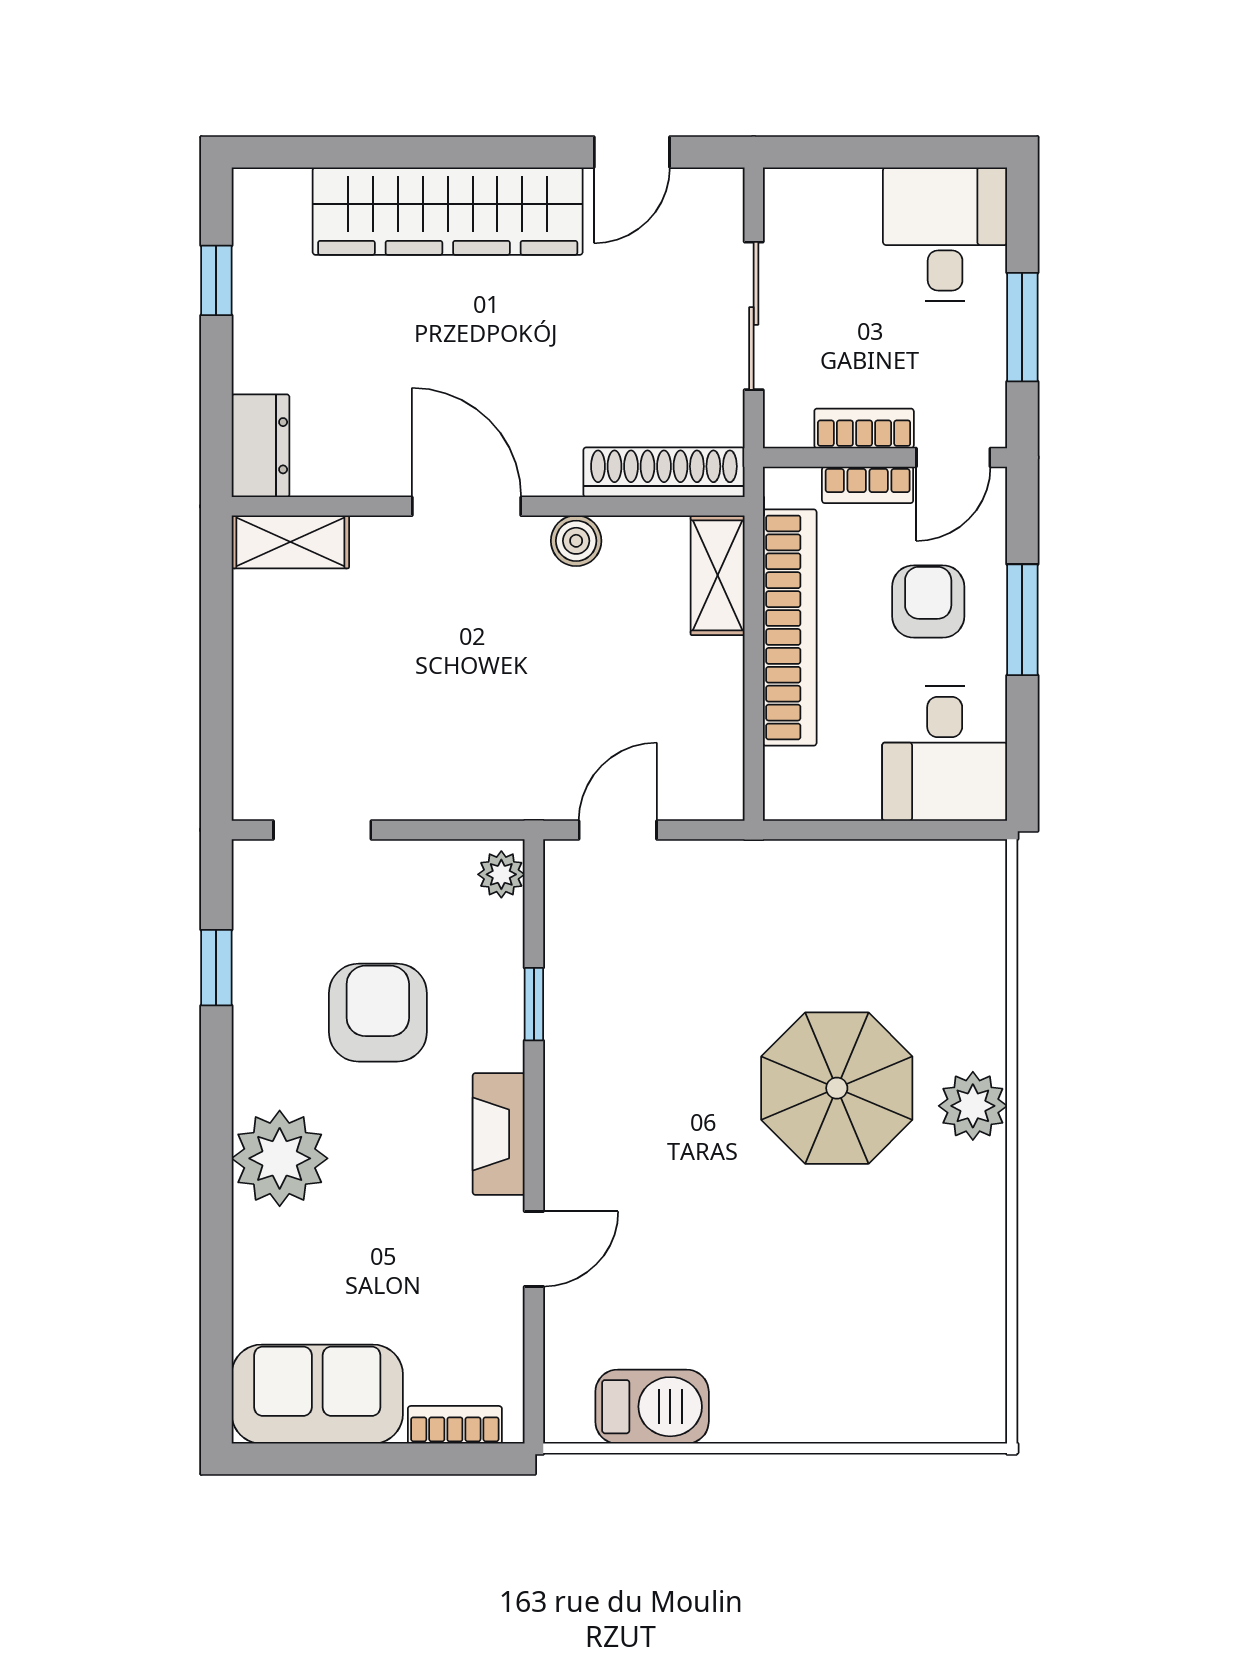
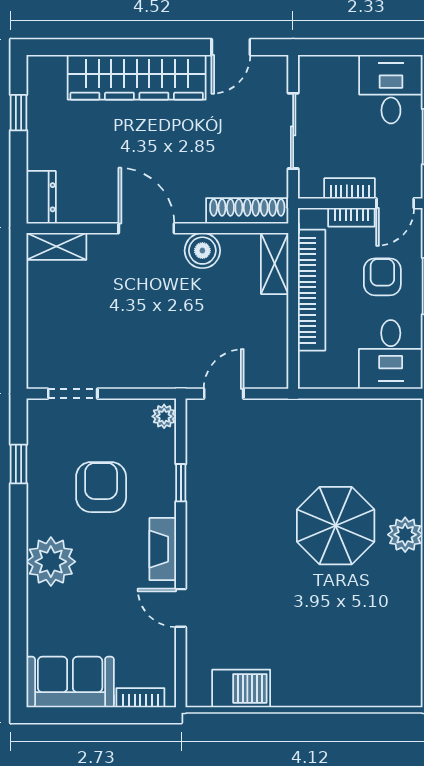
boiler: (576, 541) -> (202, 251), width x1.36, depth x1.36
door: (534, 1249) -> (181, 608), swing flipped

